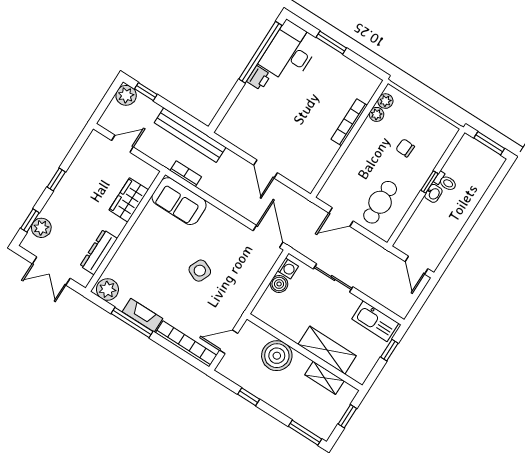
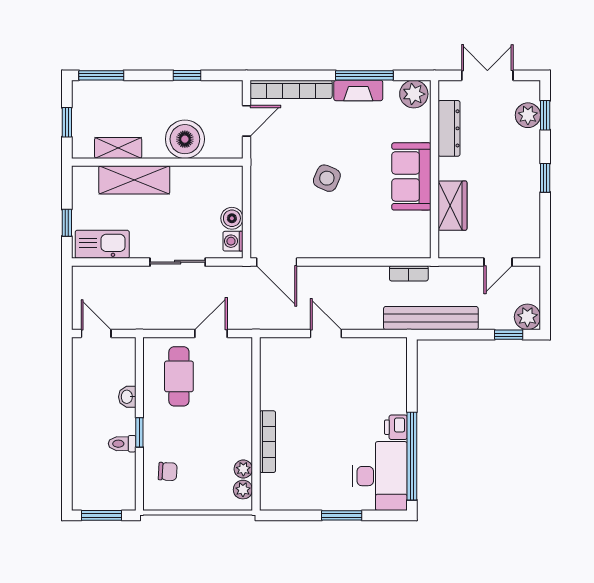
chair: (405, 148) -> (168, 471), moved
washbasin: (433, 193) -> (127, 397), moved
sofa: (179, 201) -> (411, 176), moved, turned -90

